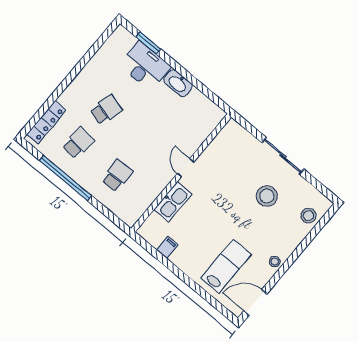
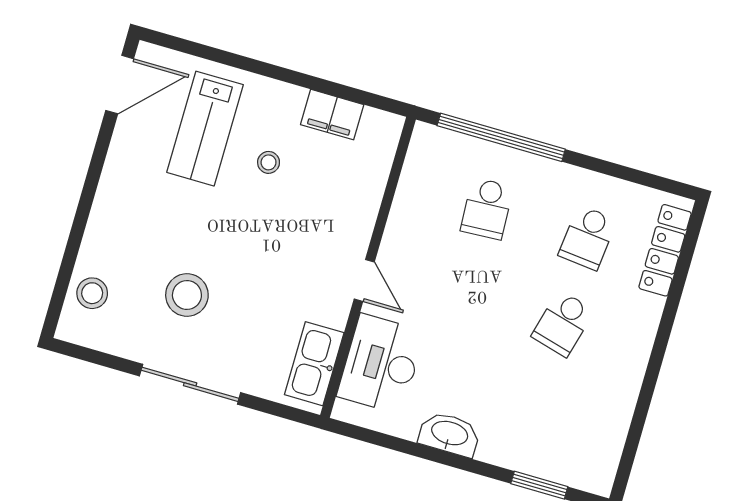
desk: (145, 66) -> (381, 364), moved, turned 90
window: (66, 178) -> (501, 137), moved
kitchen sink: (173, 202) -> (314, 364), moved
filing cabinet: (167, 247) -> (332, 115), width x2.00
stool: (275, 262) -> (269, 162), moved

